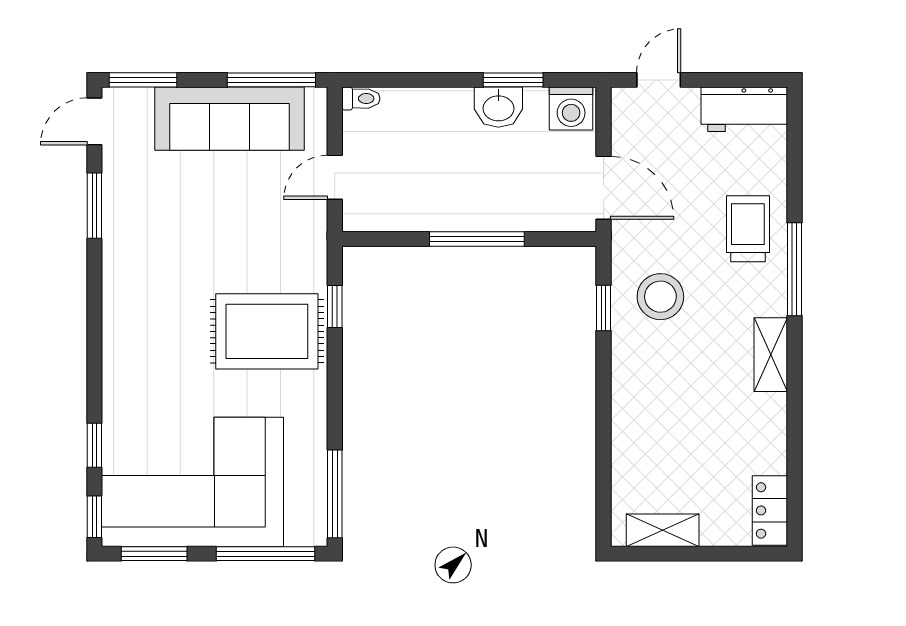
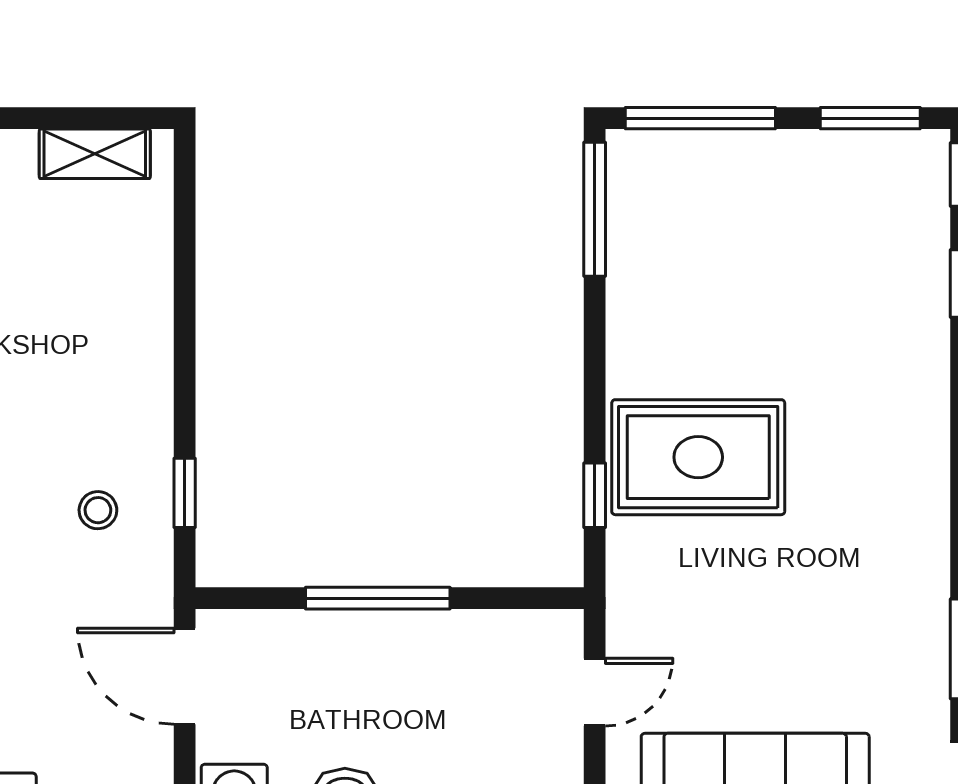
stool: (660, 297) -> (98, 510), width x0.53, depth x0.53
corner sofa: (192, 482) -> (812, 228), removed

